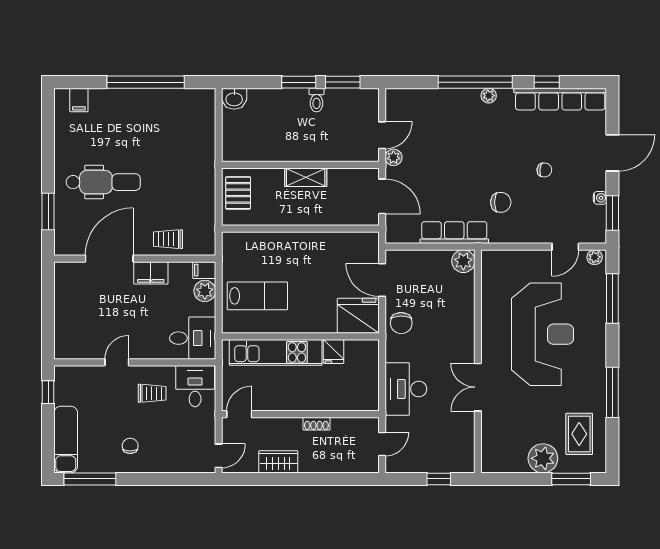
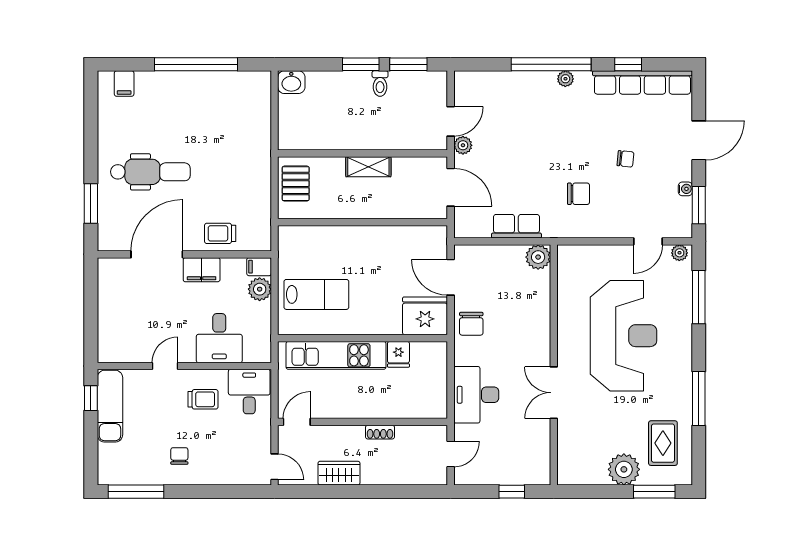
row of seats: (454, 233) -> (516, 226), width x0.68
desk: (193, 338) -> (219, 338), moved, turned 90
exam couch: (66, 440) -> (110, 406), moved
door: (219, 456) -> (274, 467), hinge flipped

